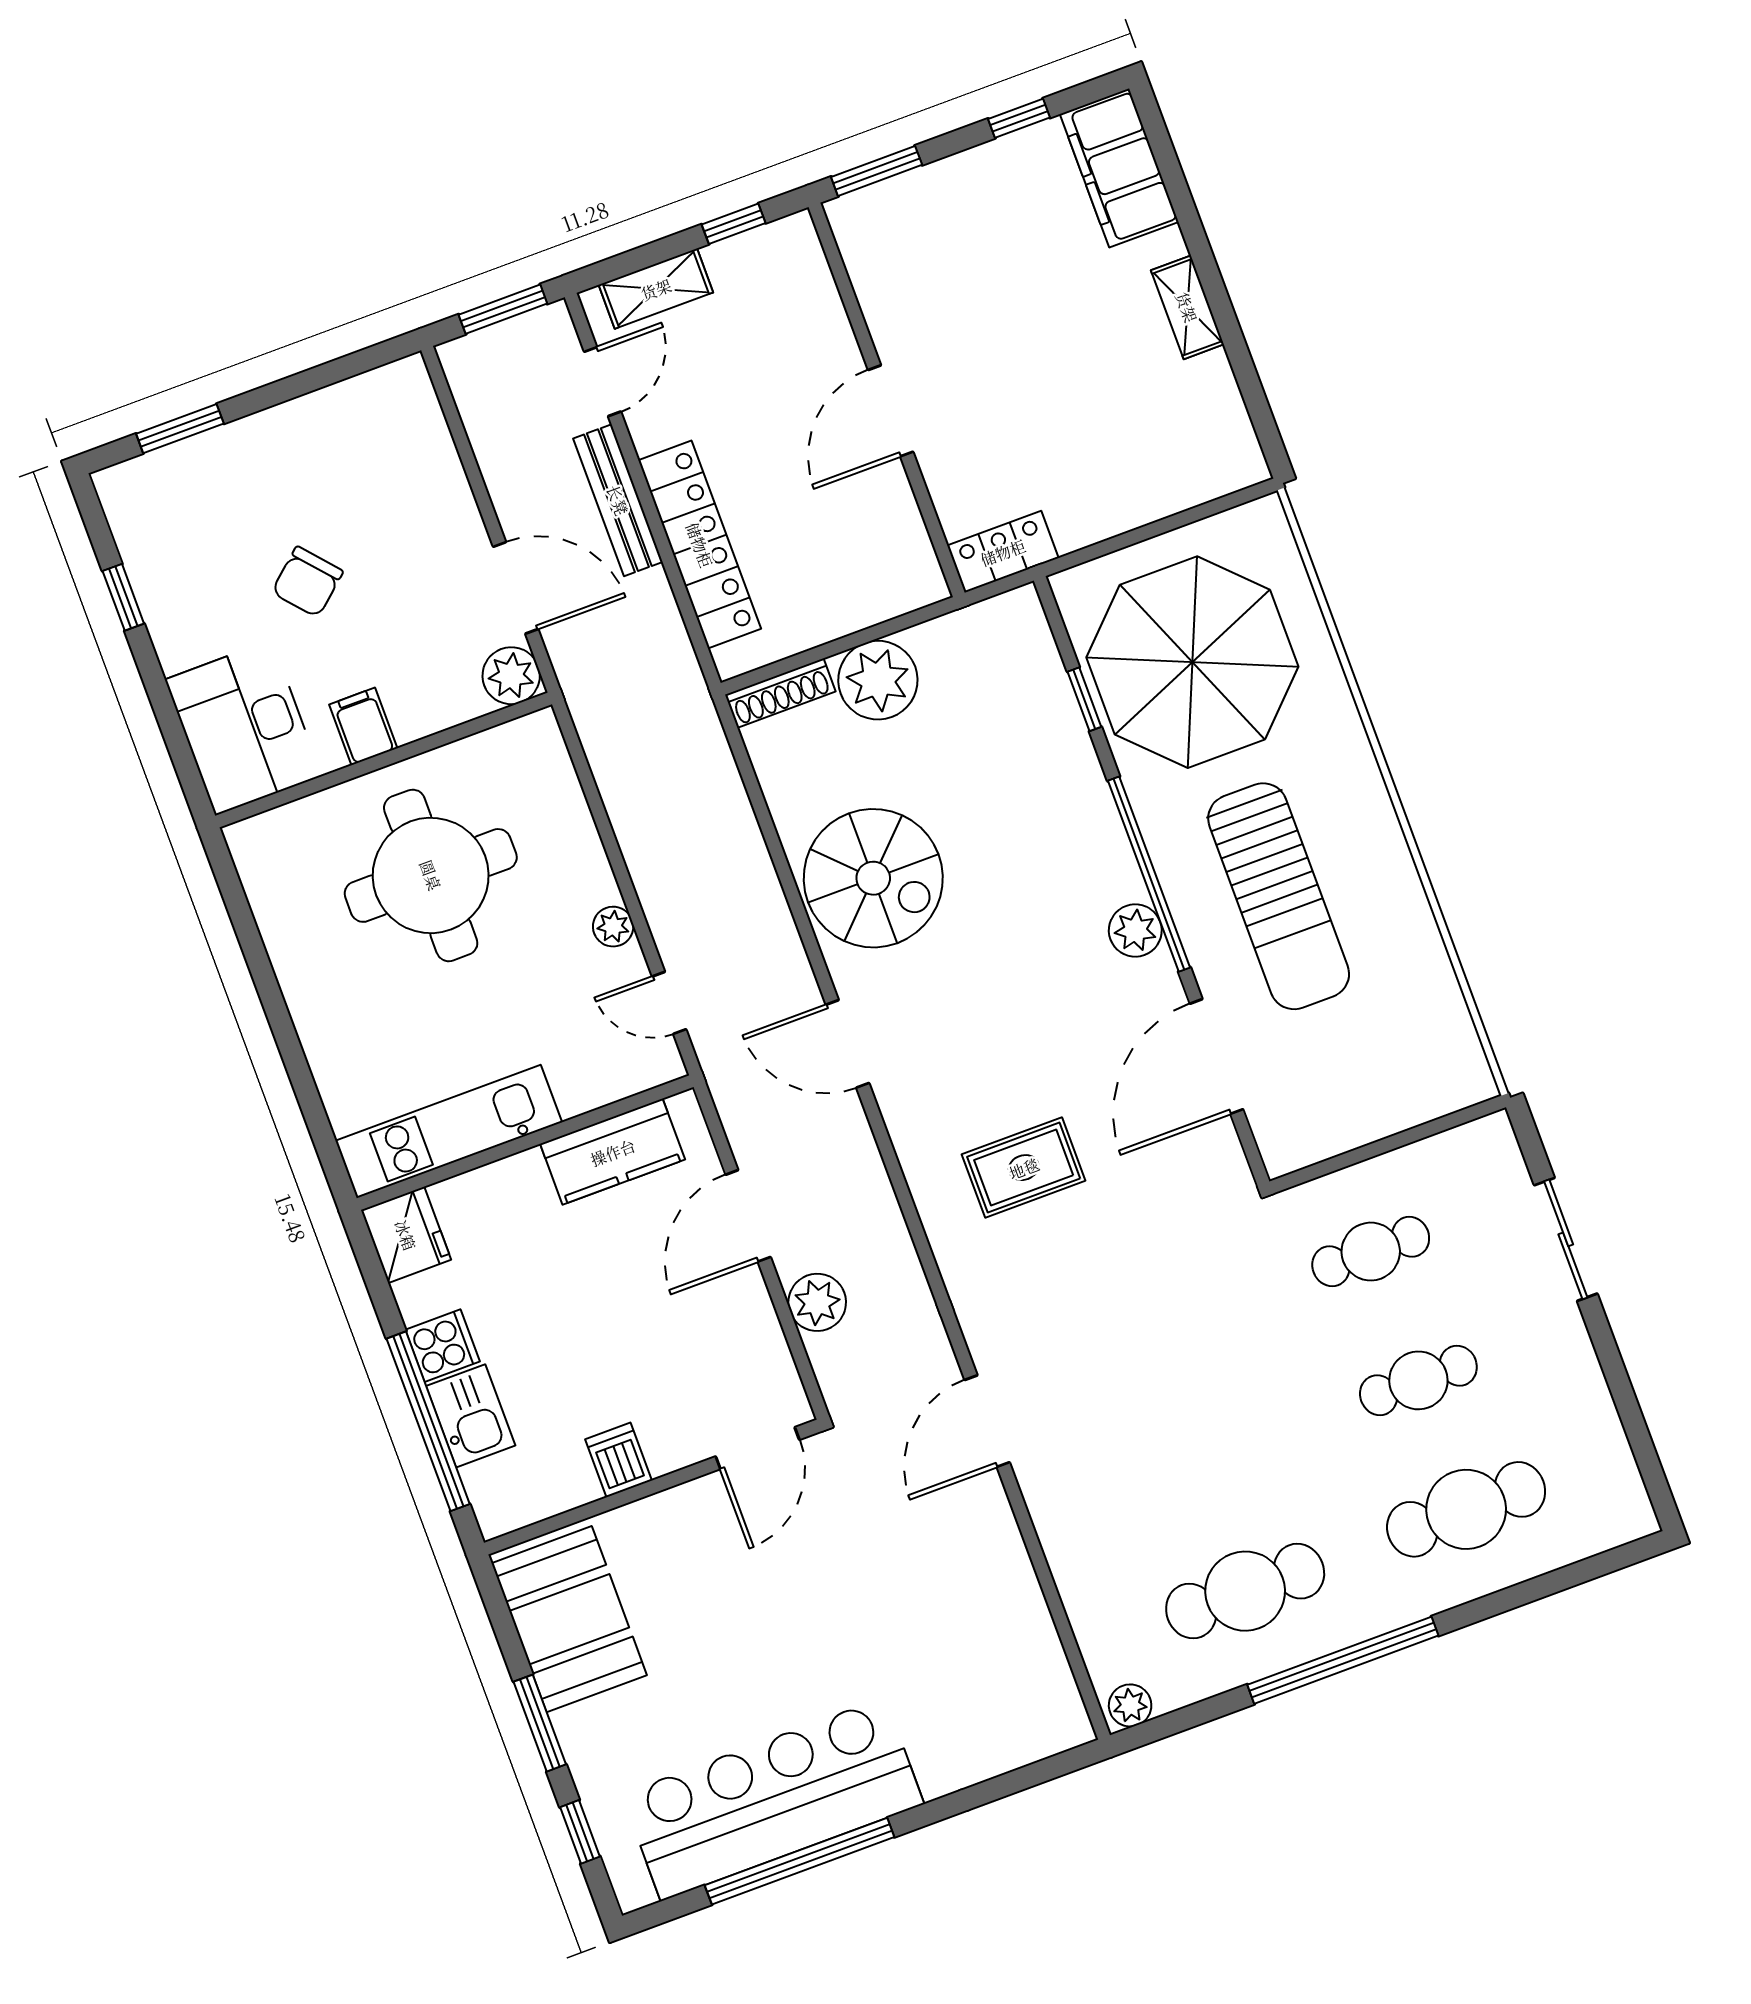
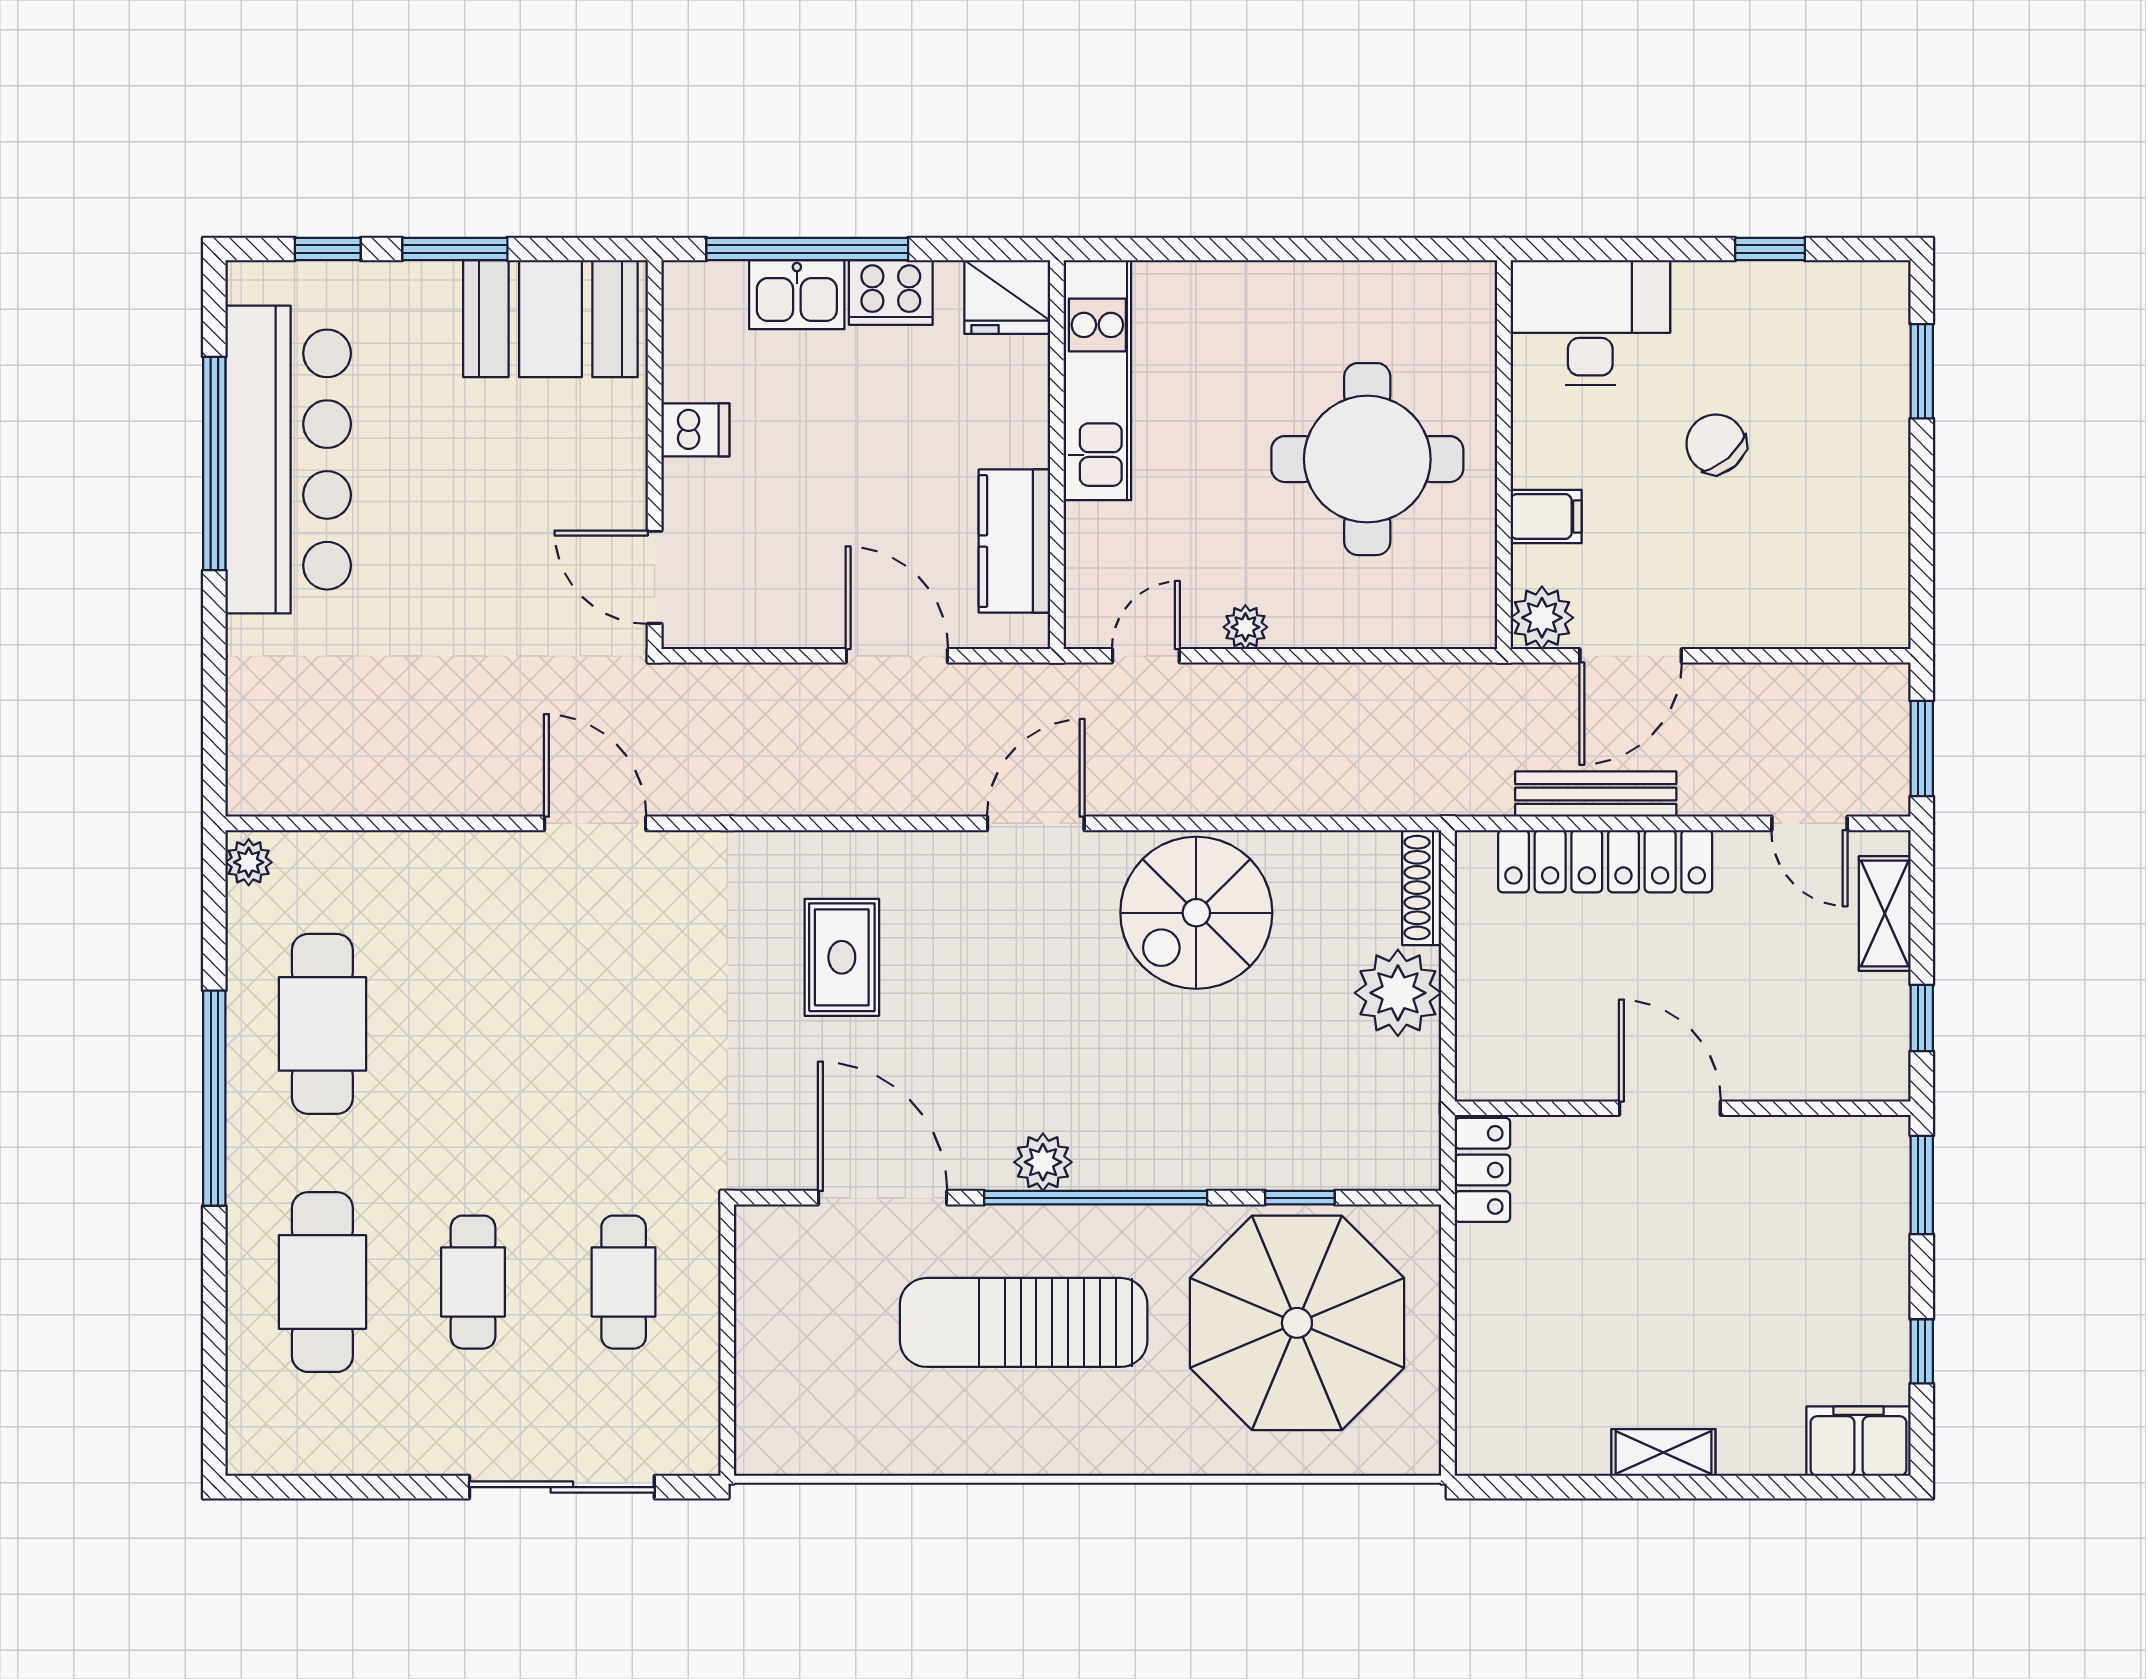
filing cabinet: (1119, 168) -> (1858, 1441), width x0.67, depth x0.86
bench: (618, 500) -> (1596, 794), moved
filing cabinet: (363, 726) -> (1546, 517), moved
sliding door: (1566, 1239) -> (562, 1487), width x1.37
plant: (817, 1302) -> (782, 694), removed
cooker: (443, 1346) -> (891, 292), width x1.36

